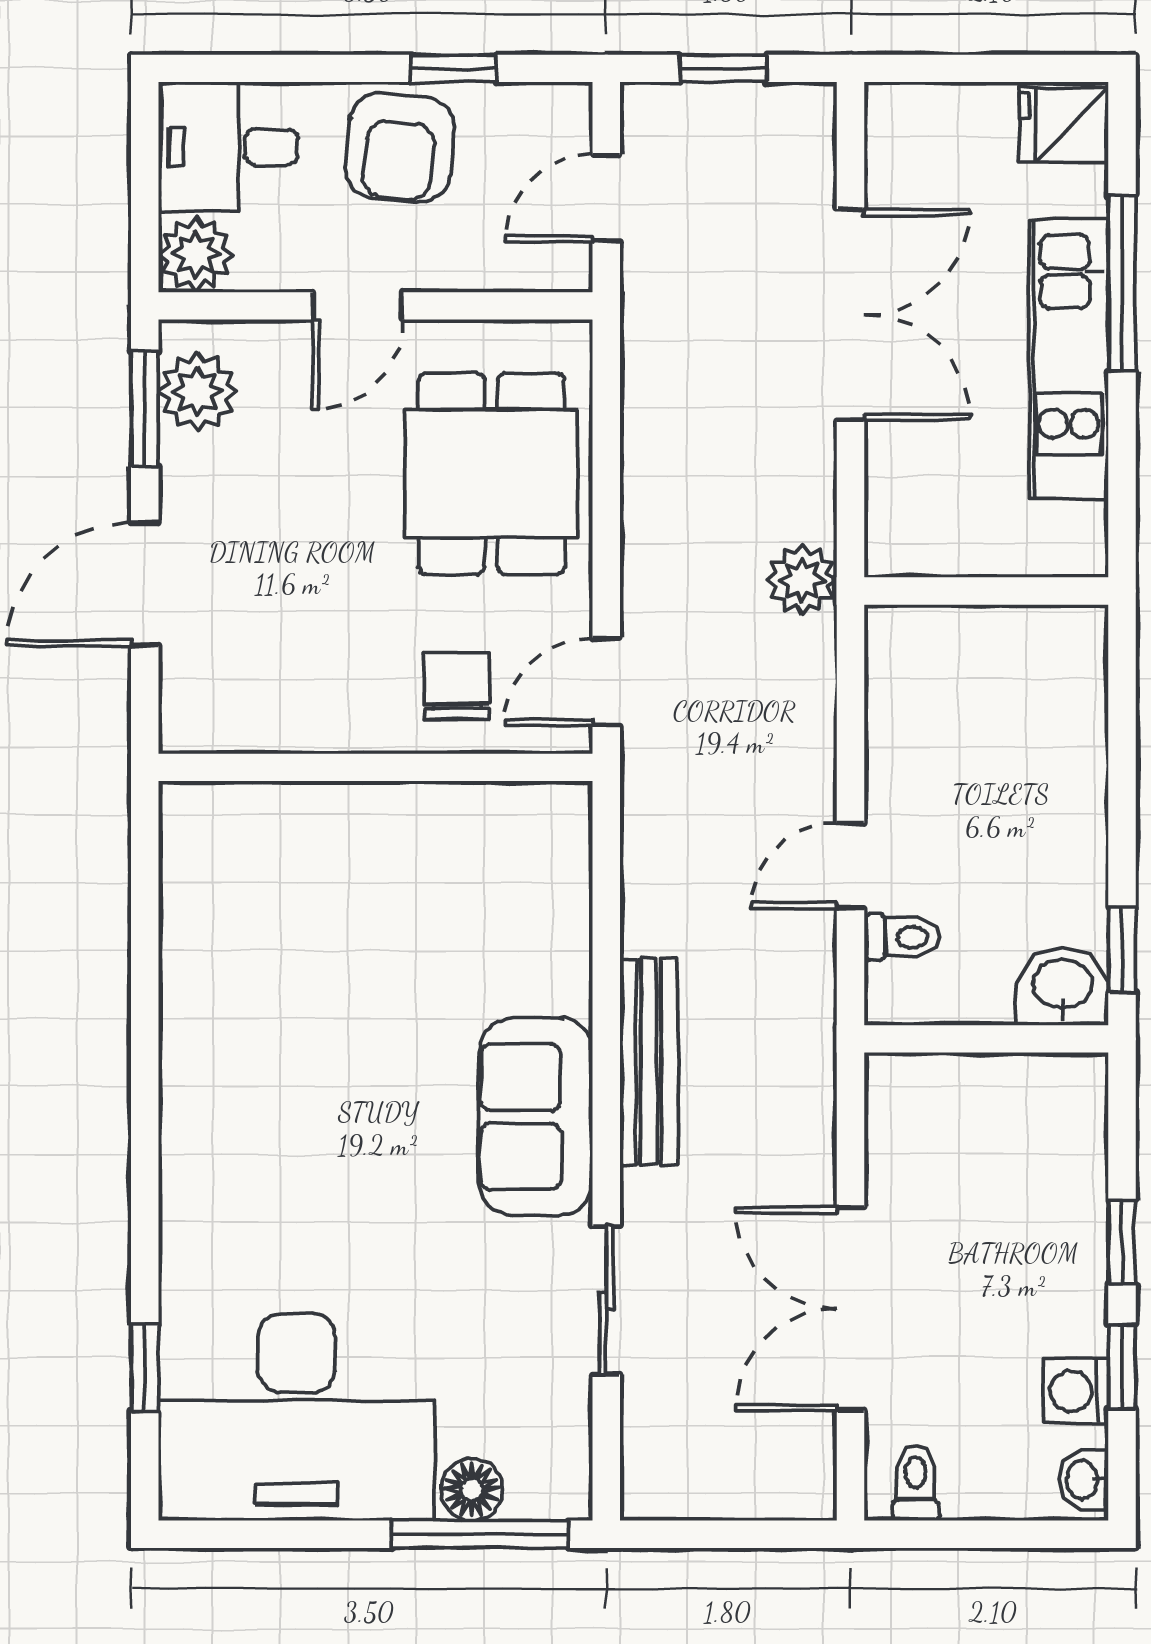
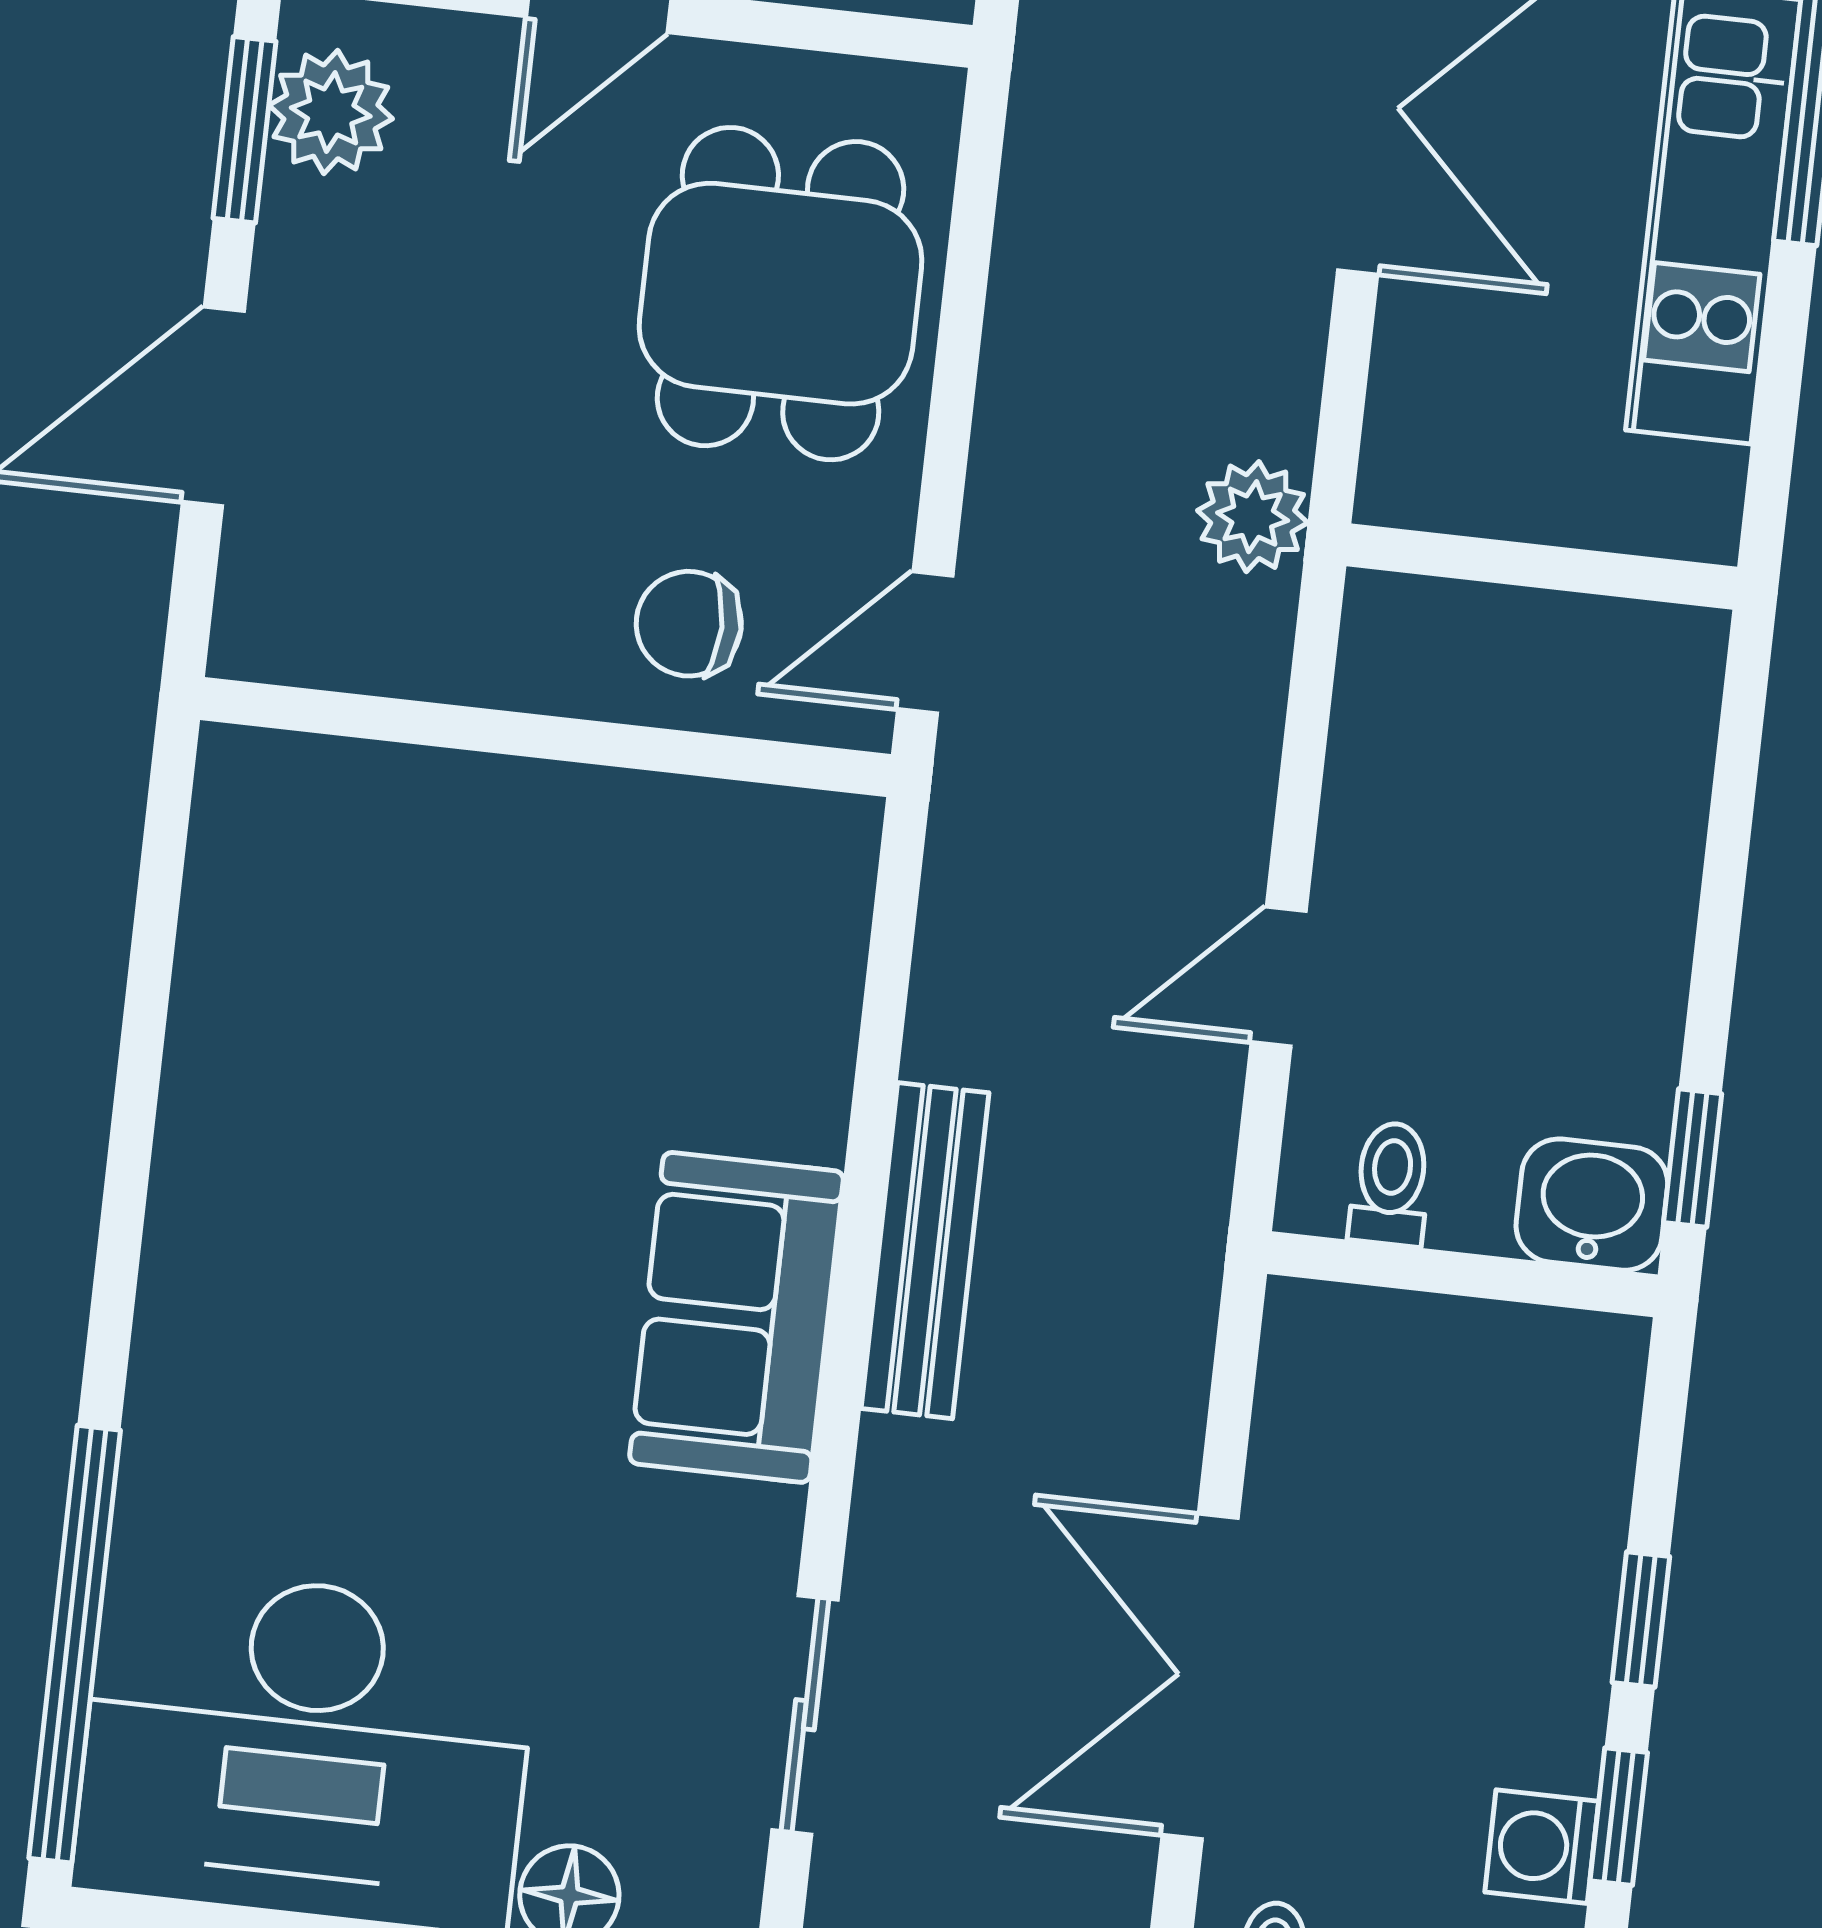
chair: (457, 686) -> (689, 624), turned -90
toilet: (902, 937) -> (1391, 1184), moved, turned -90
sliding door: (606, 1300) -> (805, 1715), moved
window: (145, 1367) -> (75, 1644), width x3.17

